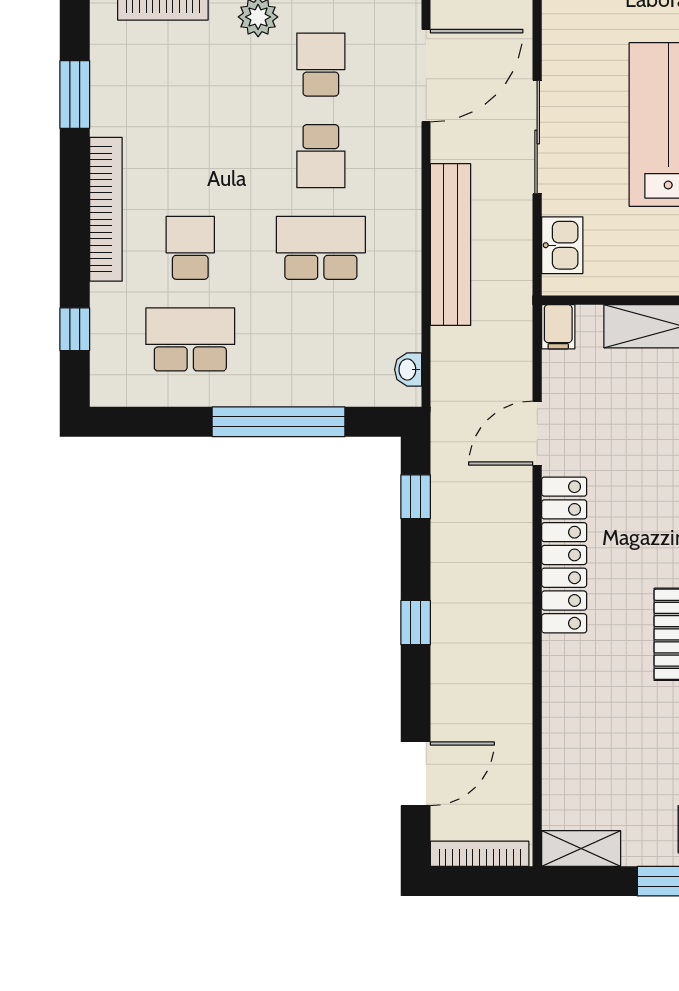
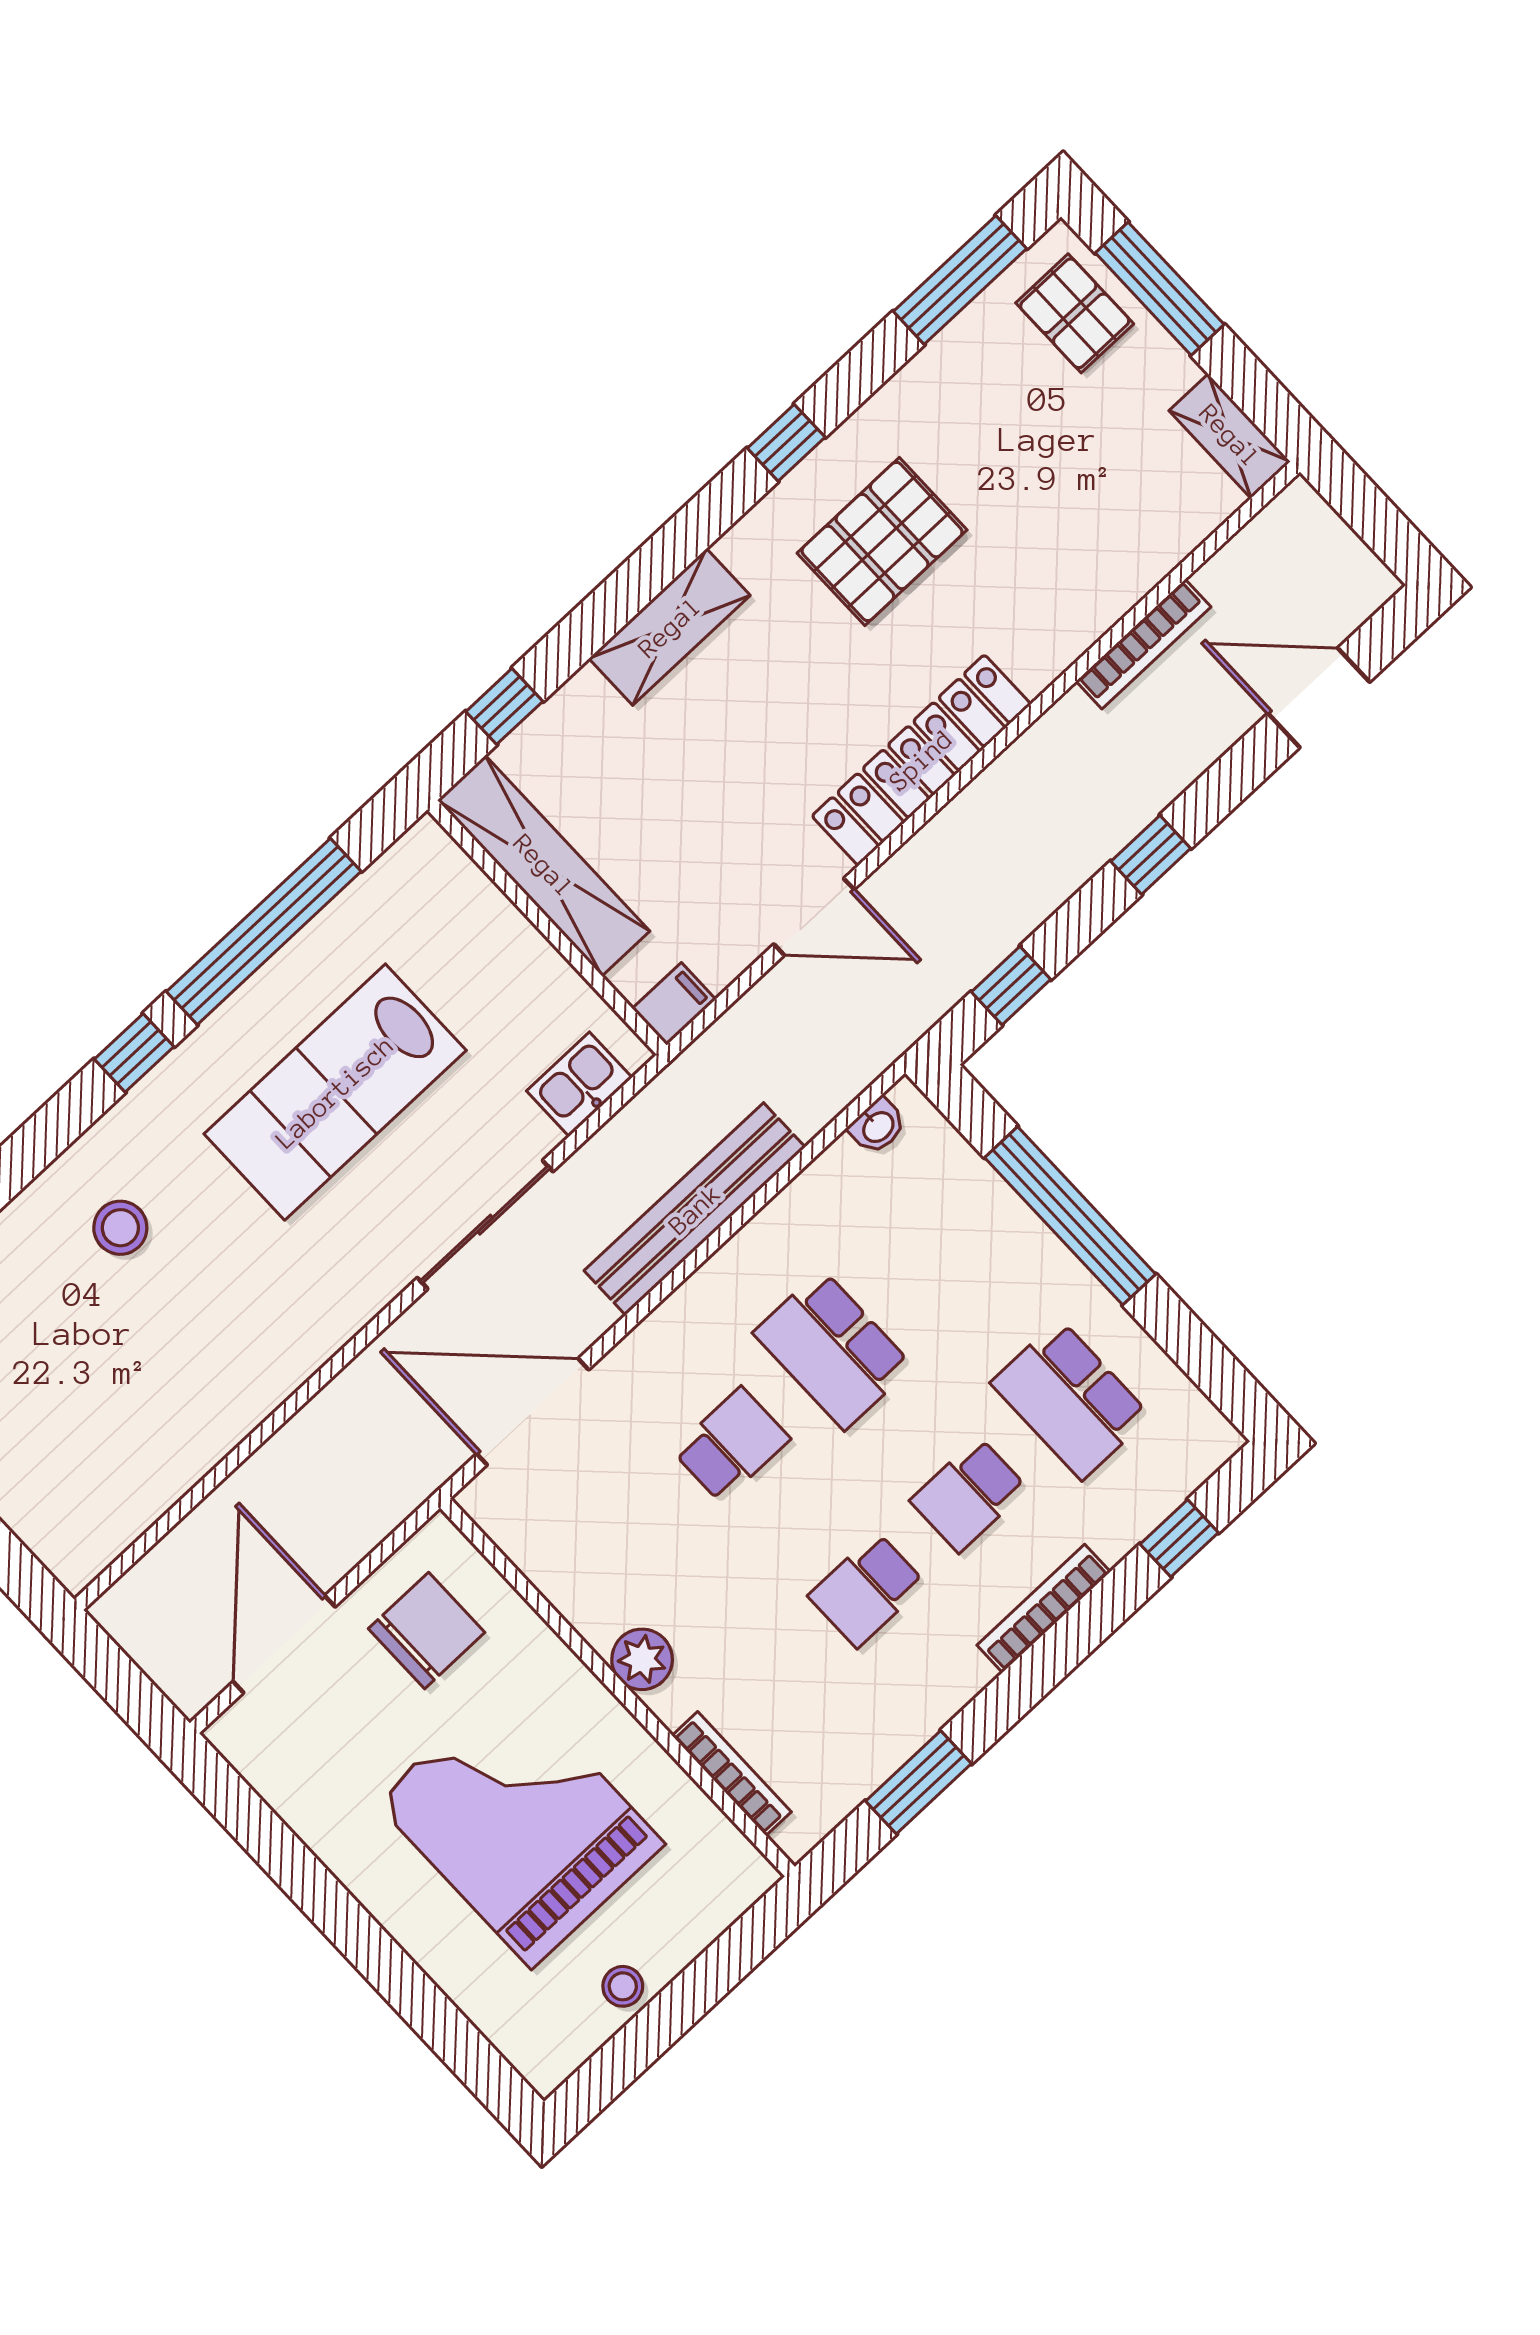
school desk: (321, 65) -> (867, 1590), moved
bookcase: (106, 209) -> (1044, 1608), width x0.68, depth x0.76
bookcase: (480, 854) -> (1143, 644), moved, turned -90

